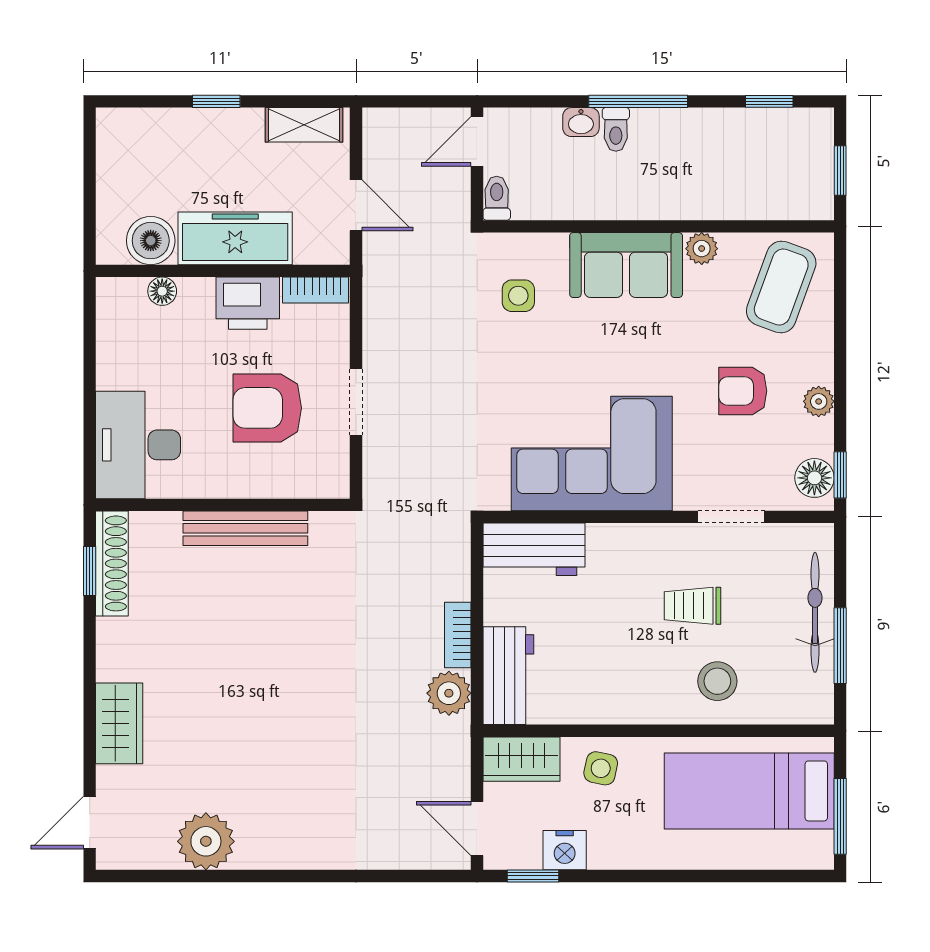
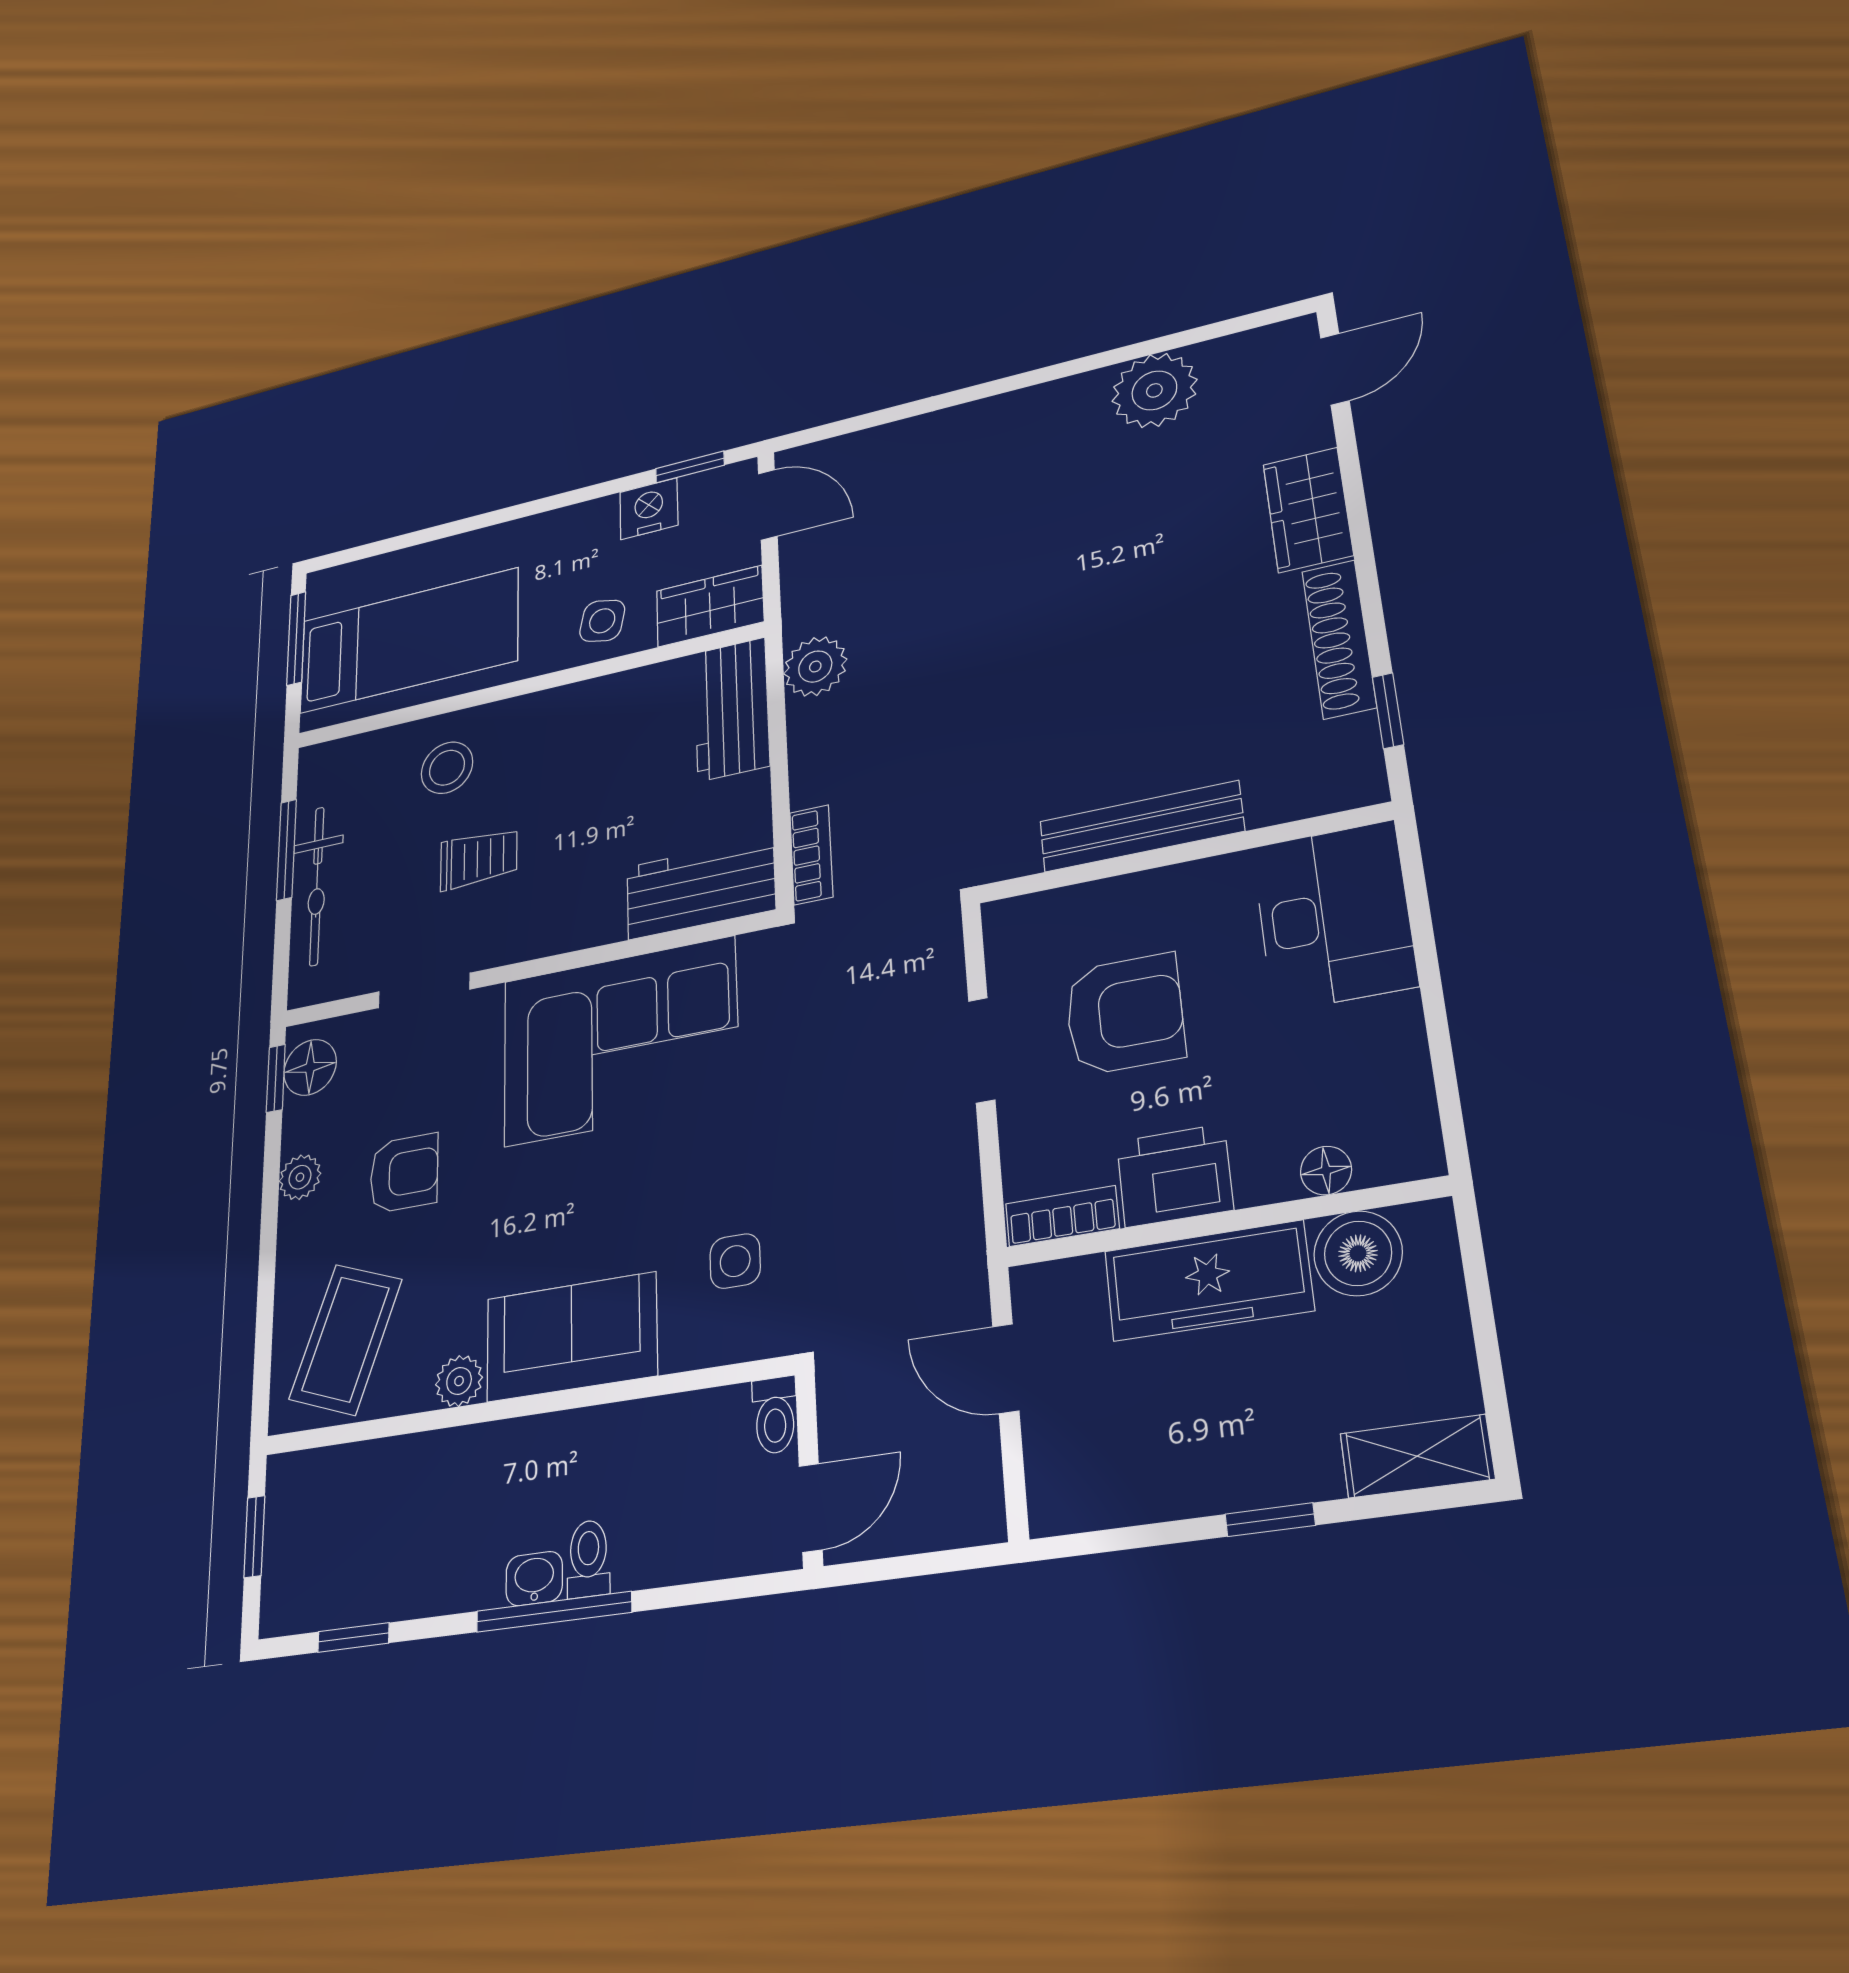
washbasin: (581, 122) -> (534, 1579), moved
shelving: (304, 125) -> (1417, 1456), moved
shoe rack: (112, 563) -> (1339, 639), moved
bookcase: (458, 635) -> (811, 855), moved

